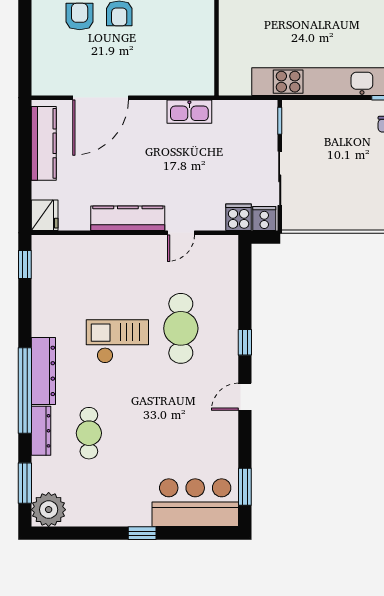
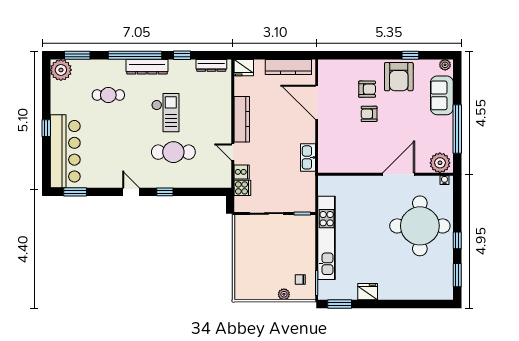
cooker: (264, 218) -> (242, 172), moved
window: (25, 264) -> (182, 55), moved
dresser: (41, 431) -> (211, 65), moved
bar counter: (195, 503) -> (65, 151), width x1.36

